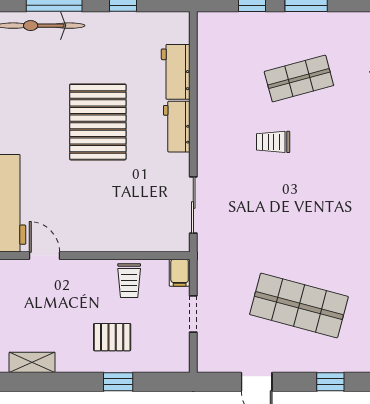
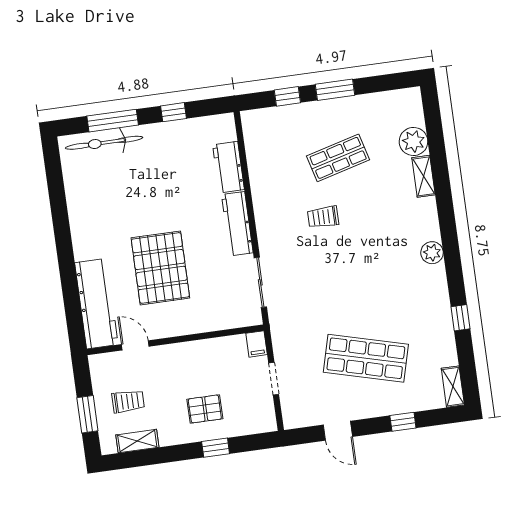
pallet: (98, 122) -> (160, 268), moved
workbench: (177, 127) -> (237, 224), width x1.38
trolley: (129, 281) -> (128, 401), moved, turned -90

